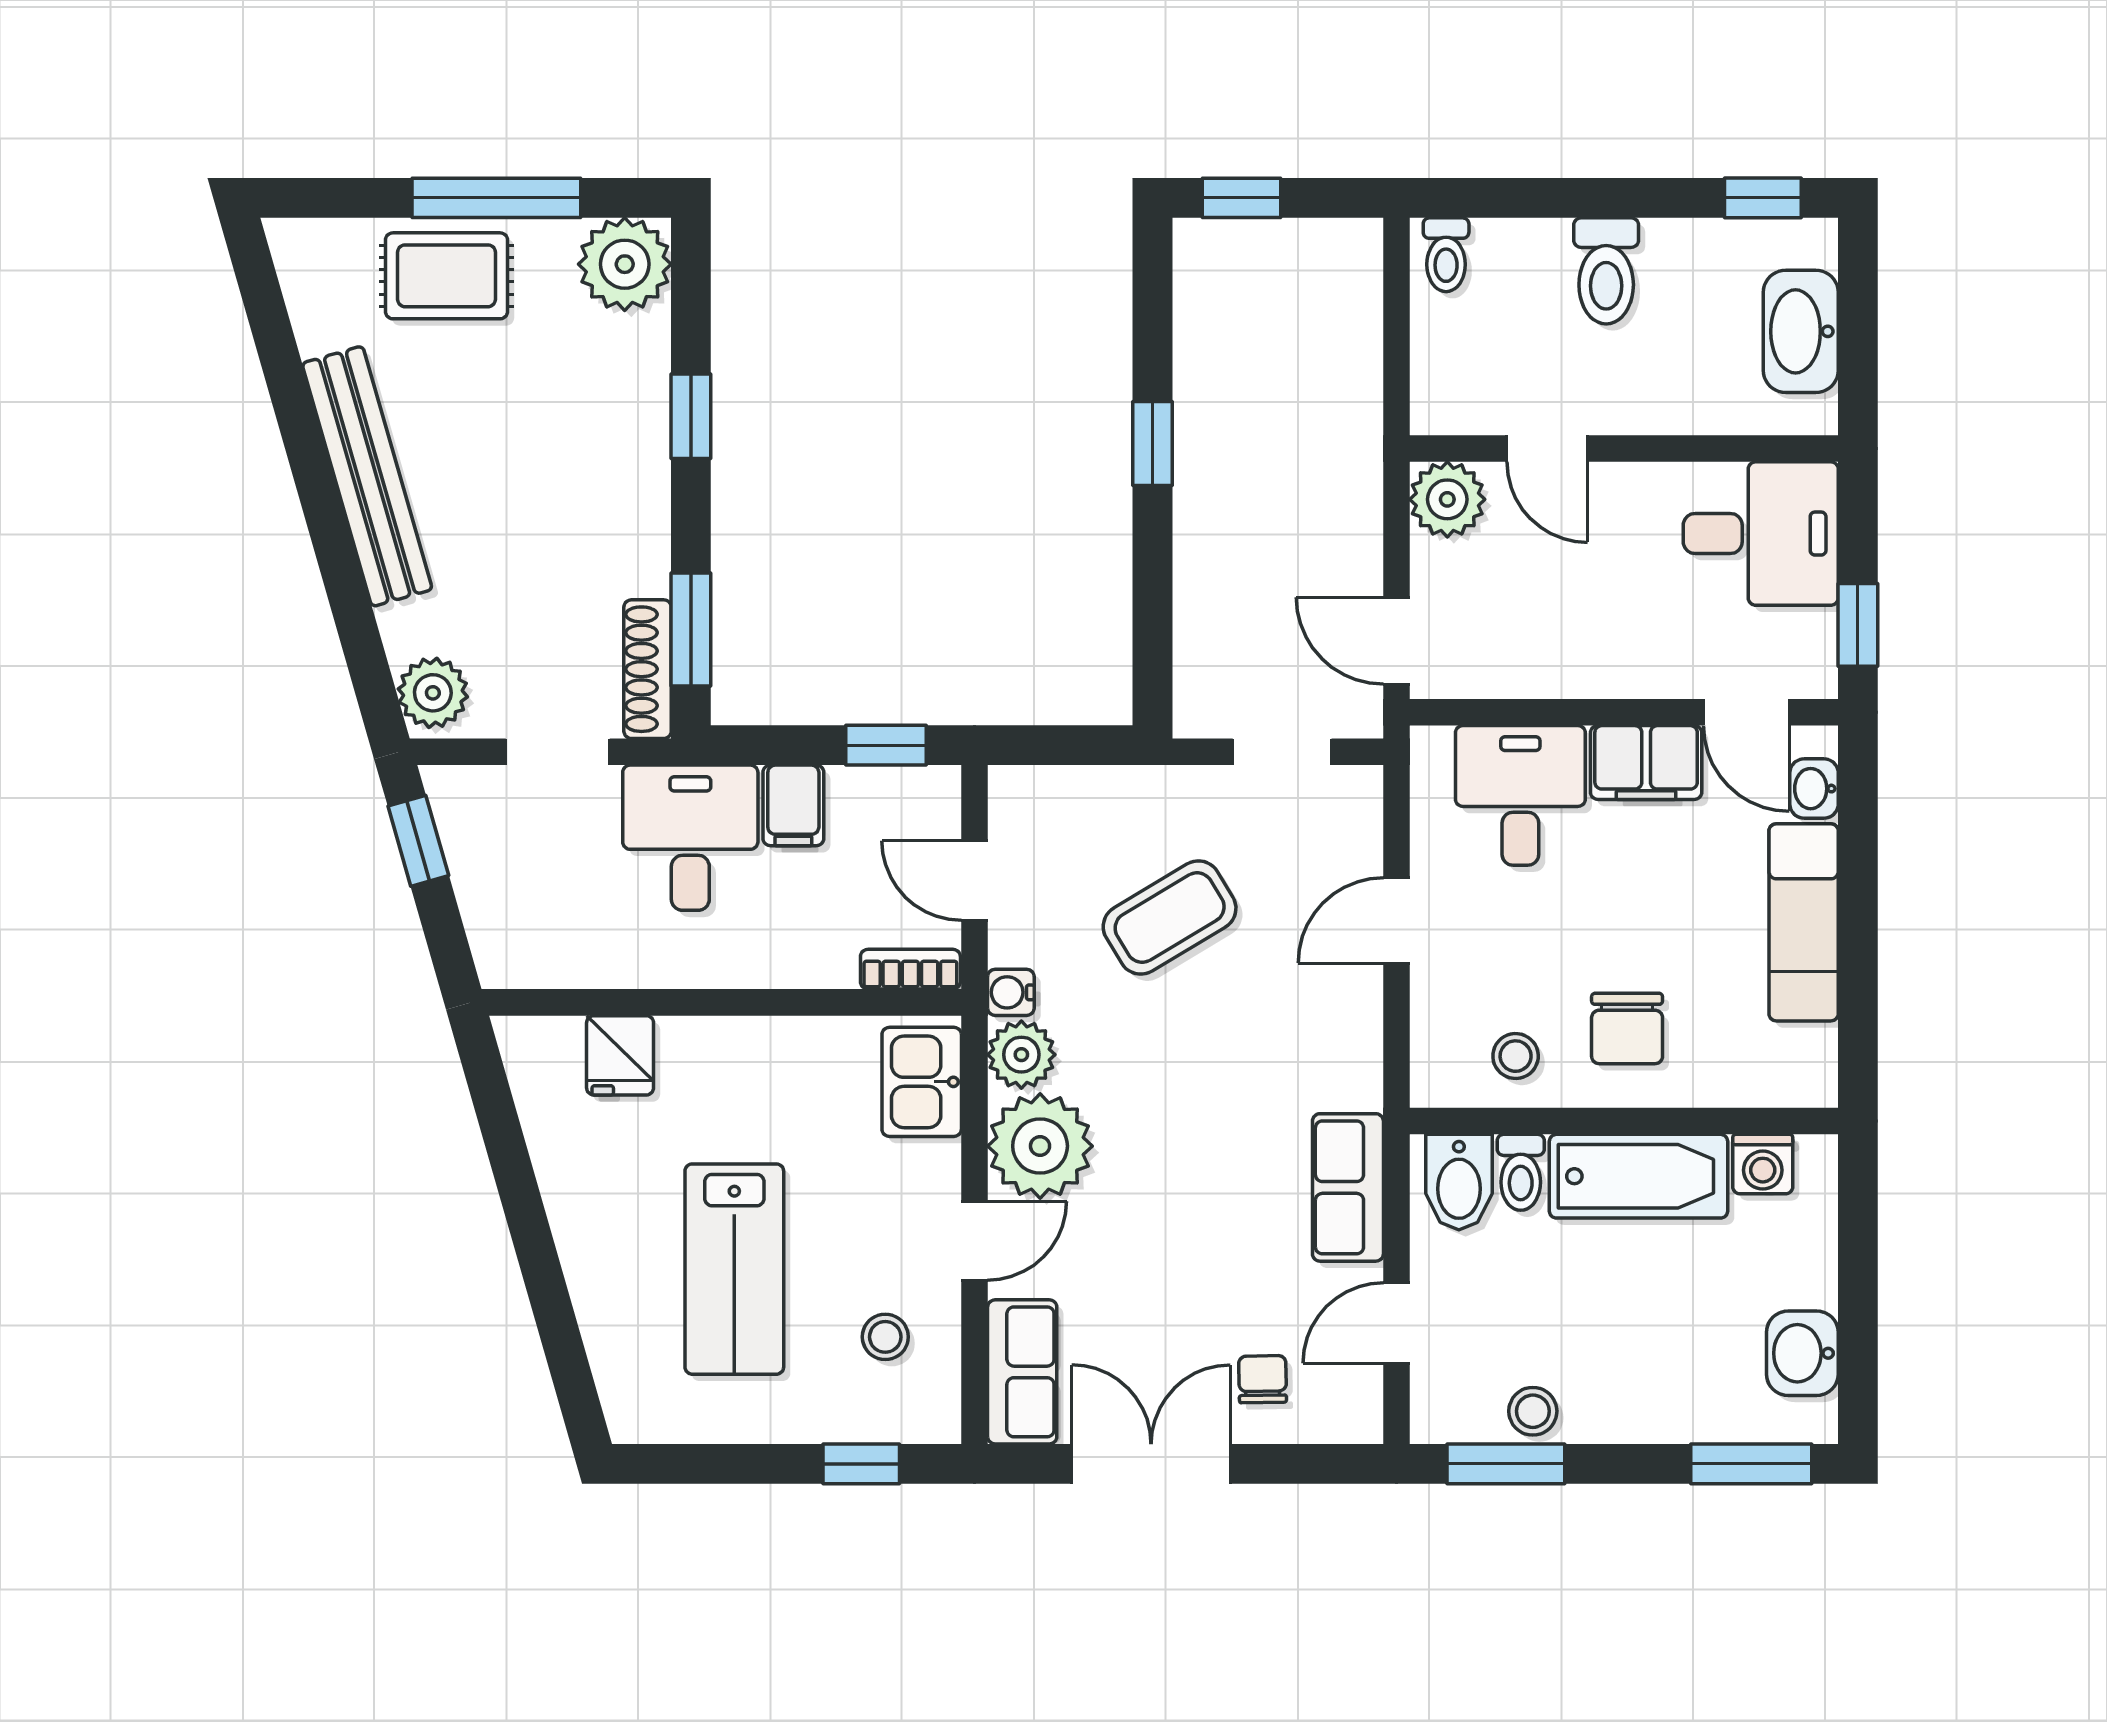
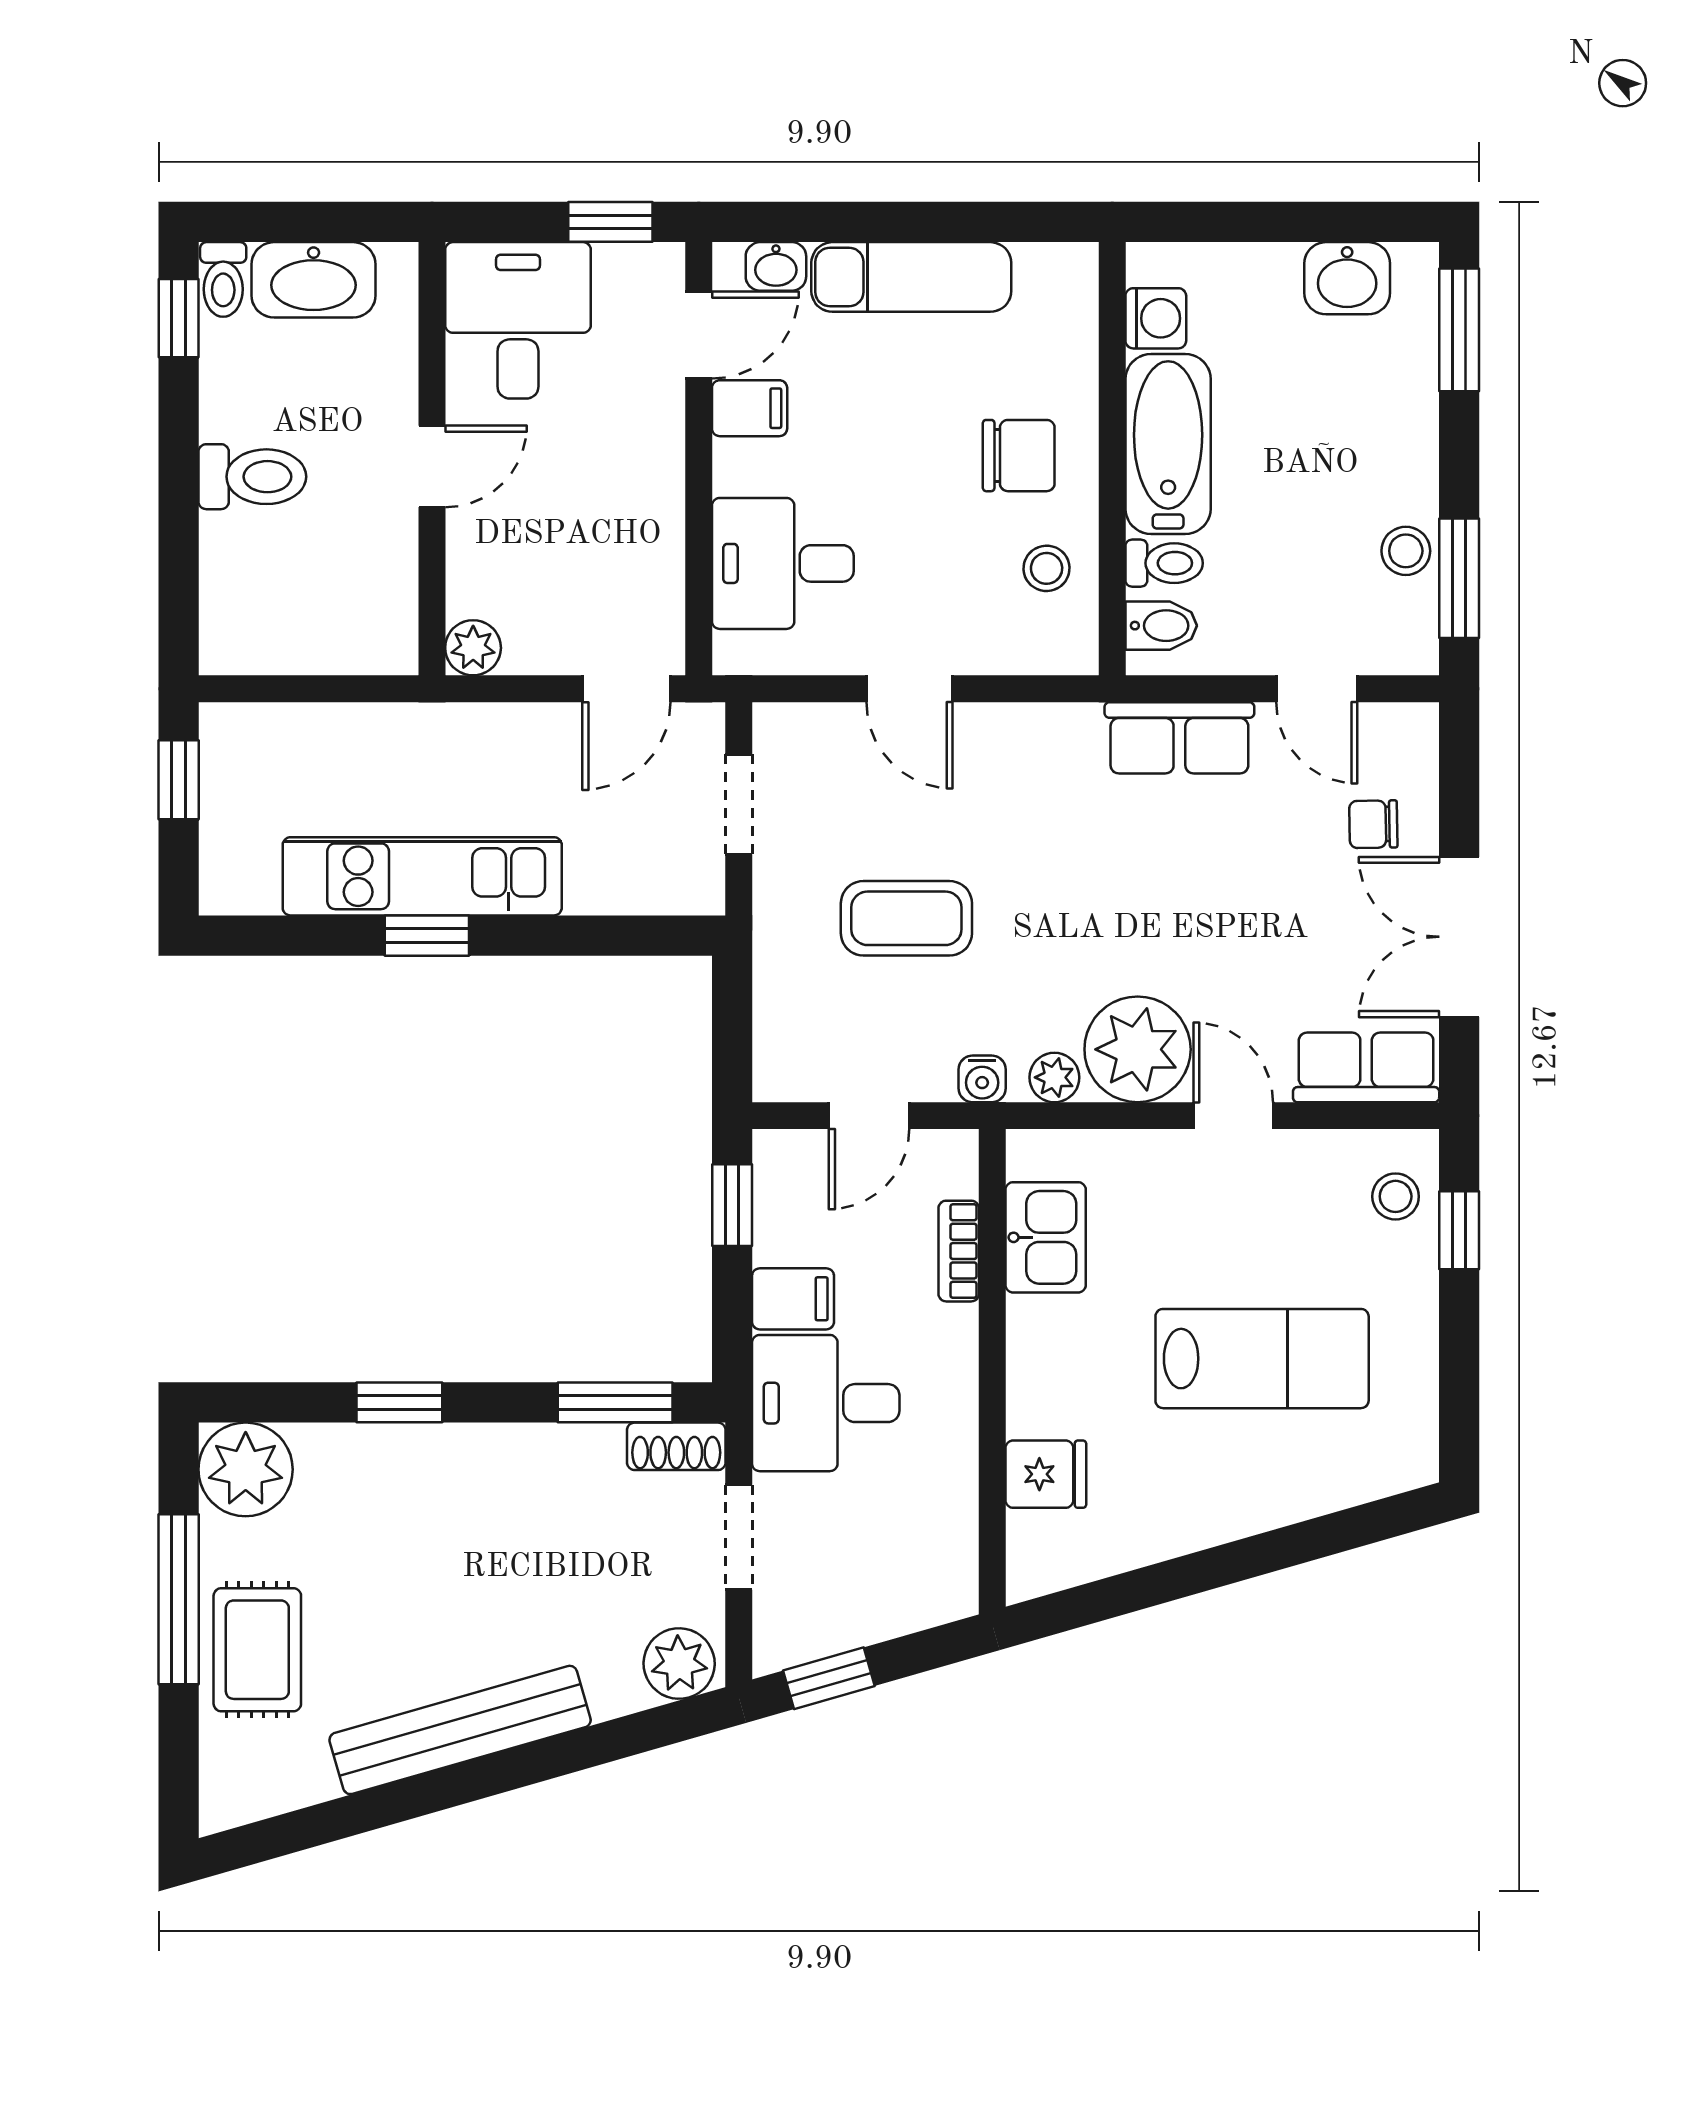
window: (1241, 198) -> (179, 780), moved
toilet: (1446, 255) -> (223, 279), moved, turned 90
kitchen unit: (1211, 439) -> (422, 876), added
door: (1547, 449) -> (432, 466), moved
plant: (1447, 499) -> (473, 648), width x0.73, depth x0.73
shoe rack: (648, 669) -> (676, 1446), width x0.70
filing cabinet: (1646, 762) -> (750, 408), width x0.50
coffee table: (1170, 918) -> (906, 918), turned -59
bookcase: (910, 969) -> (959, 1251), moved
plant: (1021, 1055) -> (1054, 1077), width x0.73, depth x0.73
kitchen sink: (922, 1082) -> (1046, 1237), moved, turned -90
bidet: (1459, 1182) -> (1161, 626), width x0.72, depth x0.74
stool: (885, 1337) -> (1396, 1196), moved

